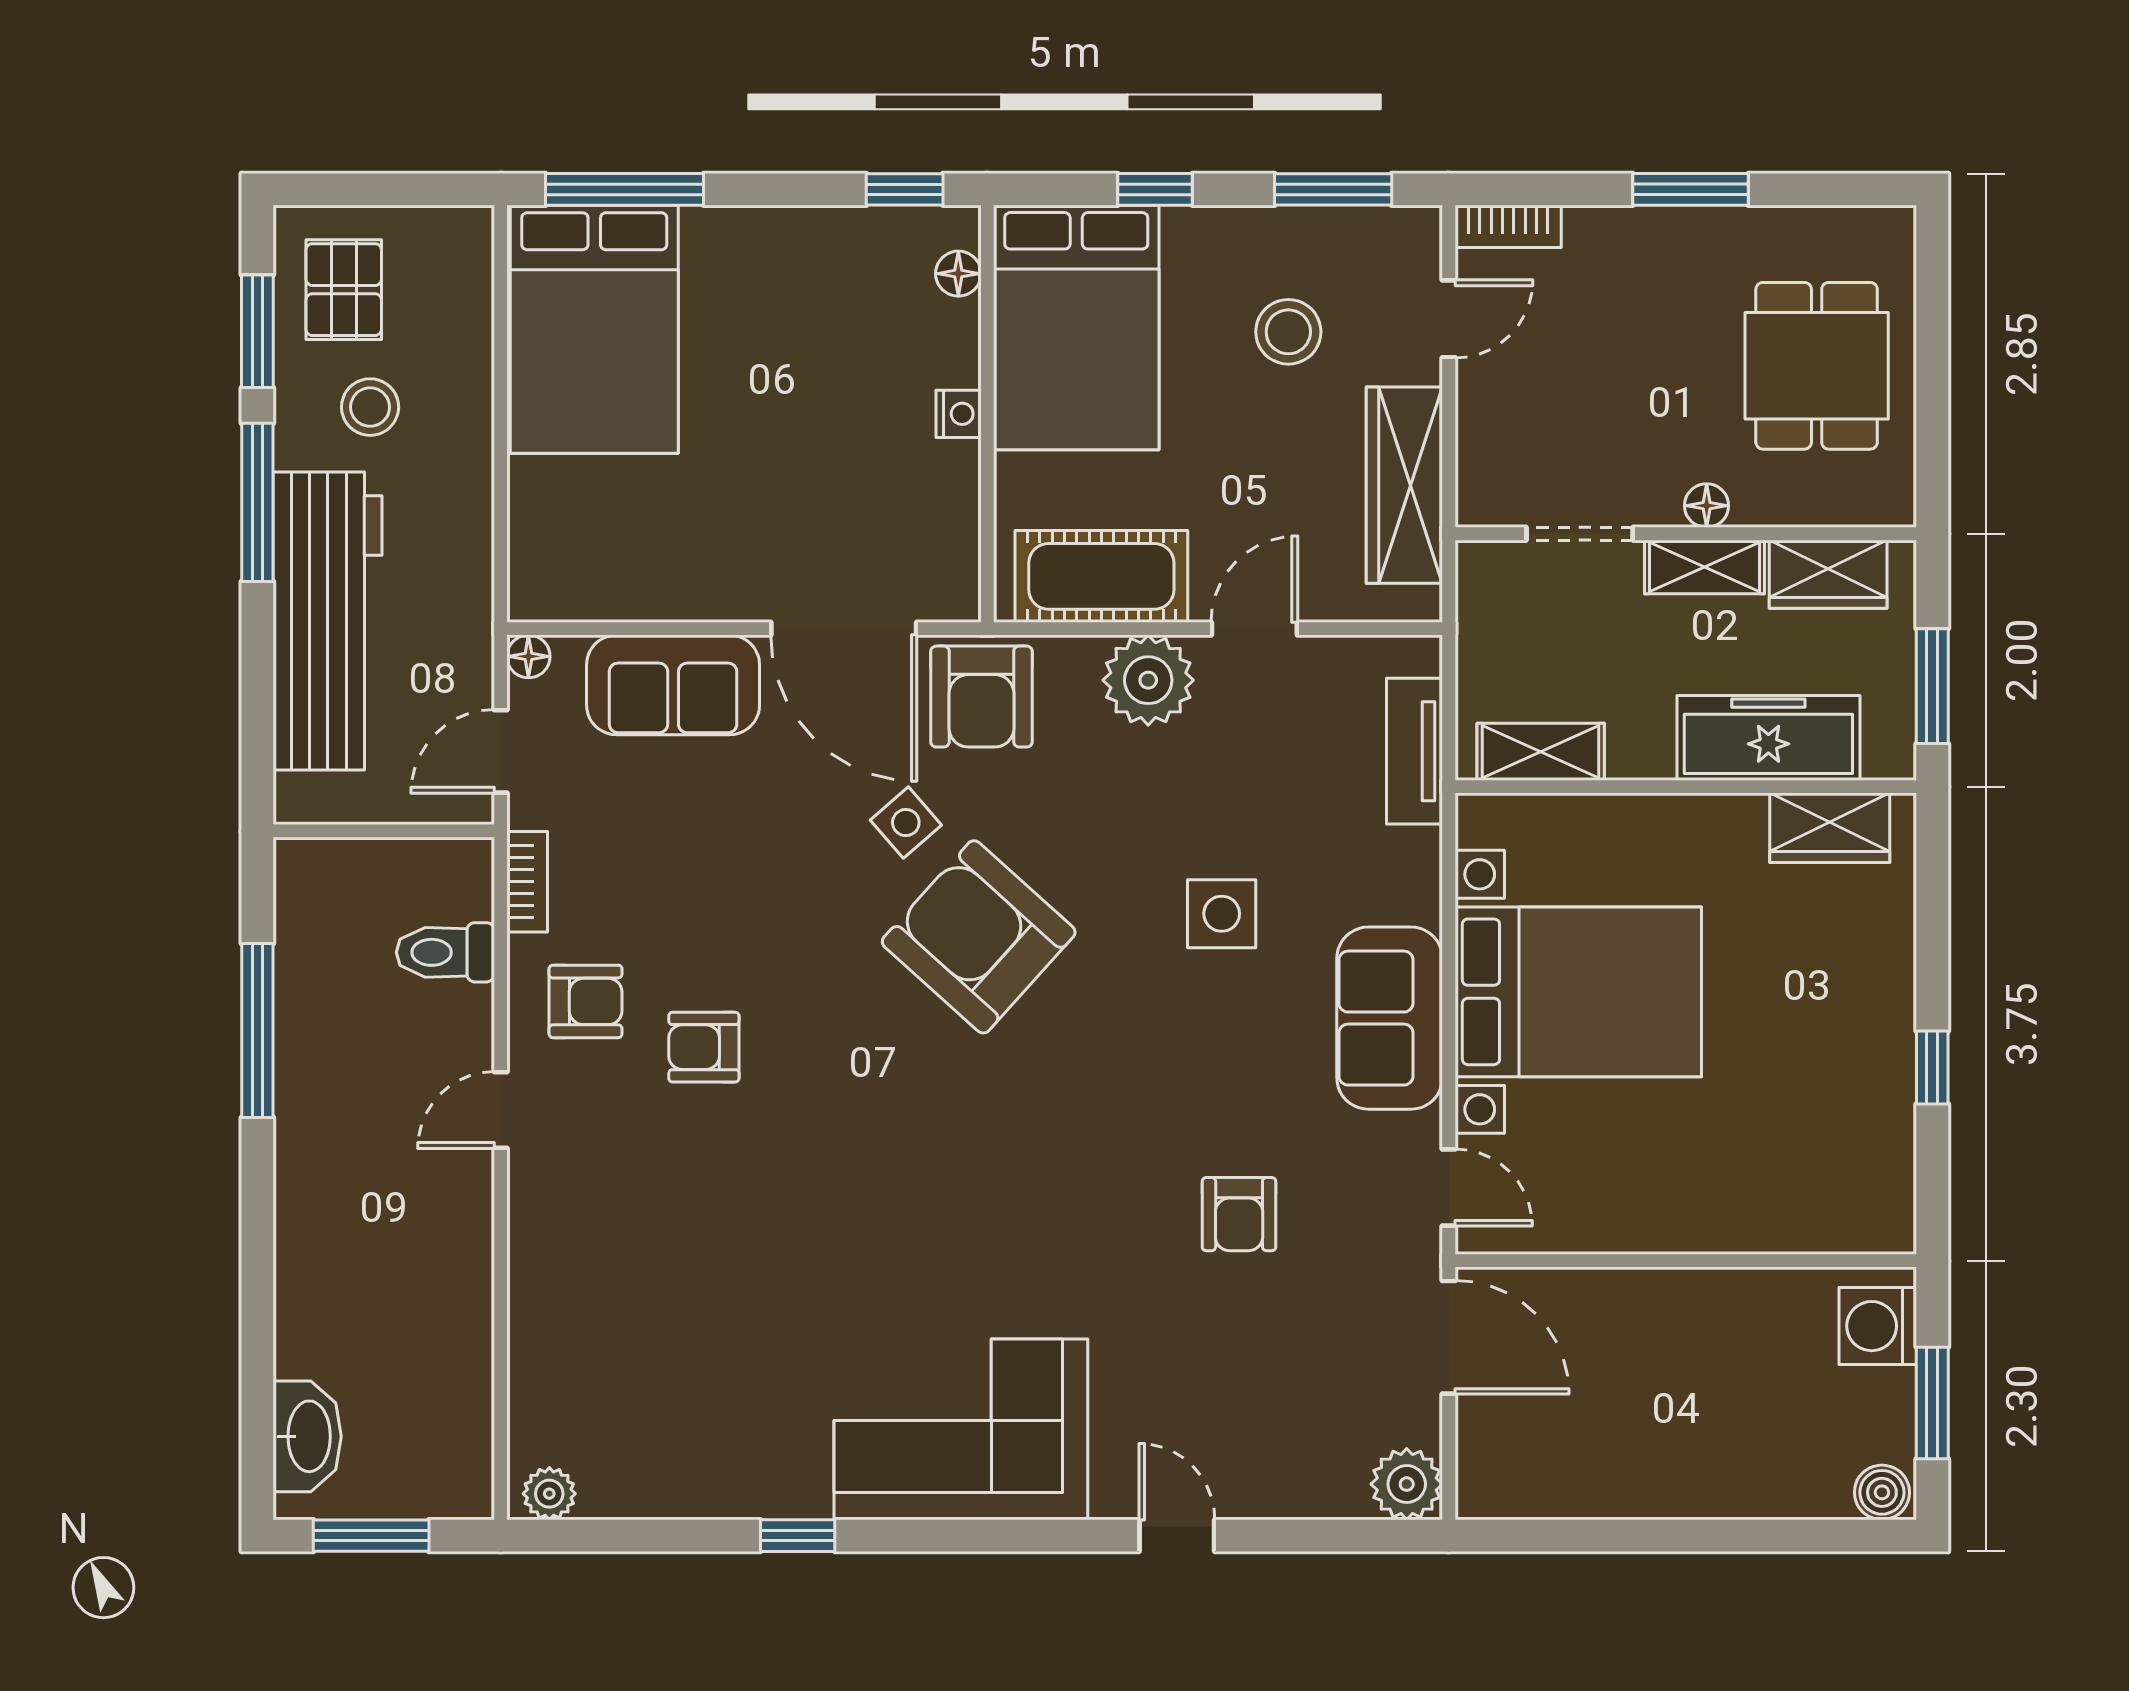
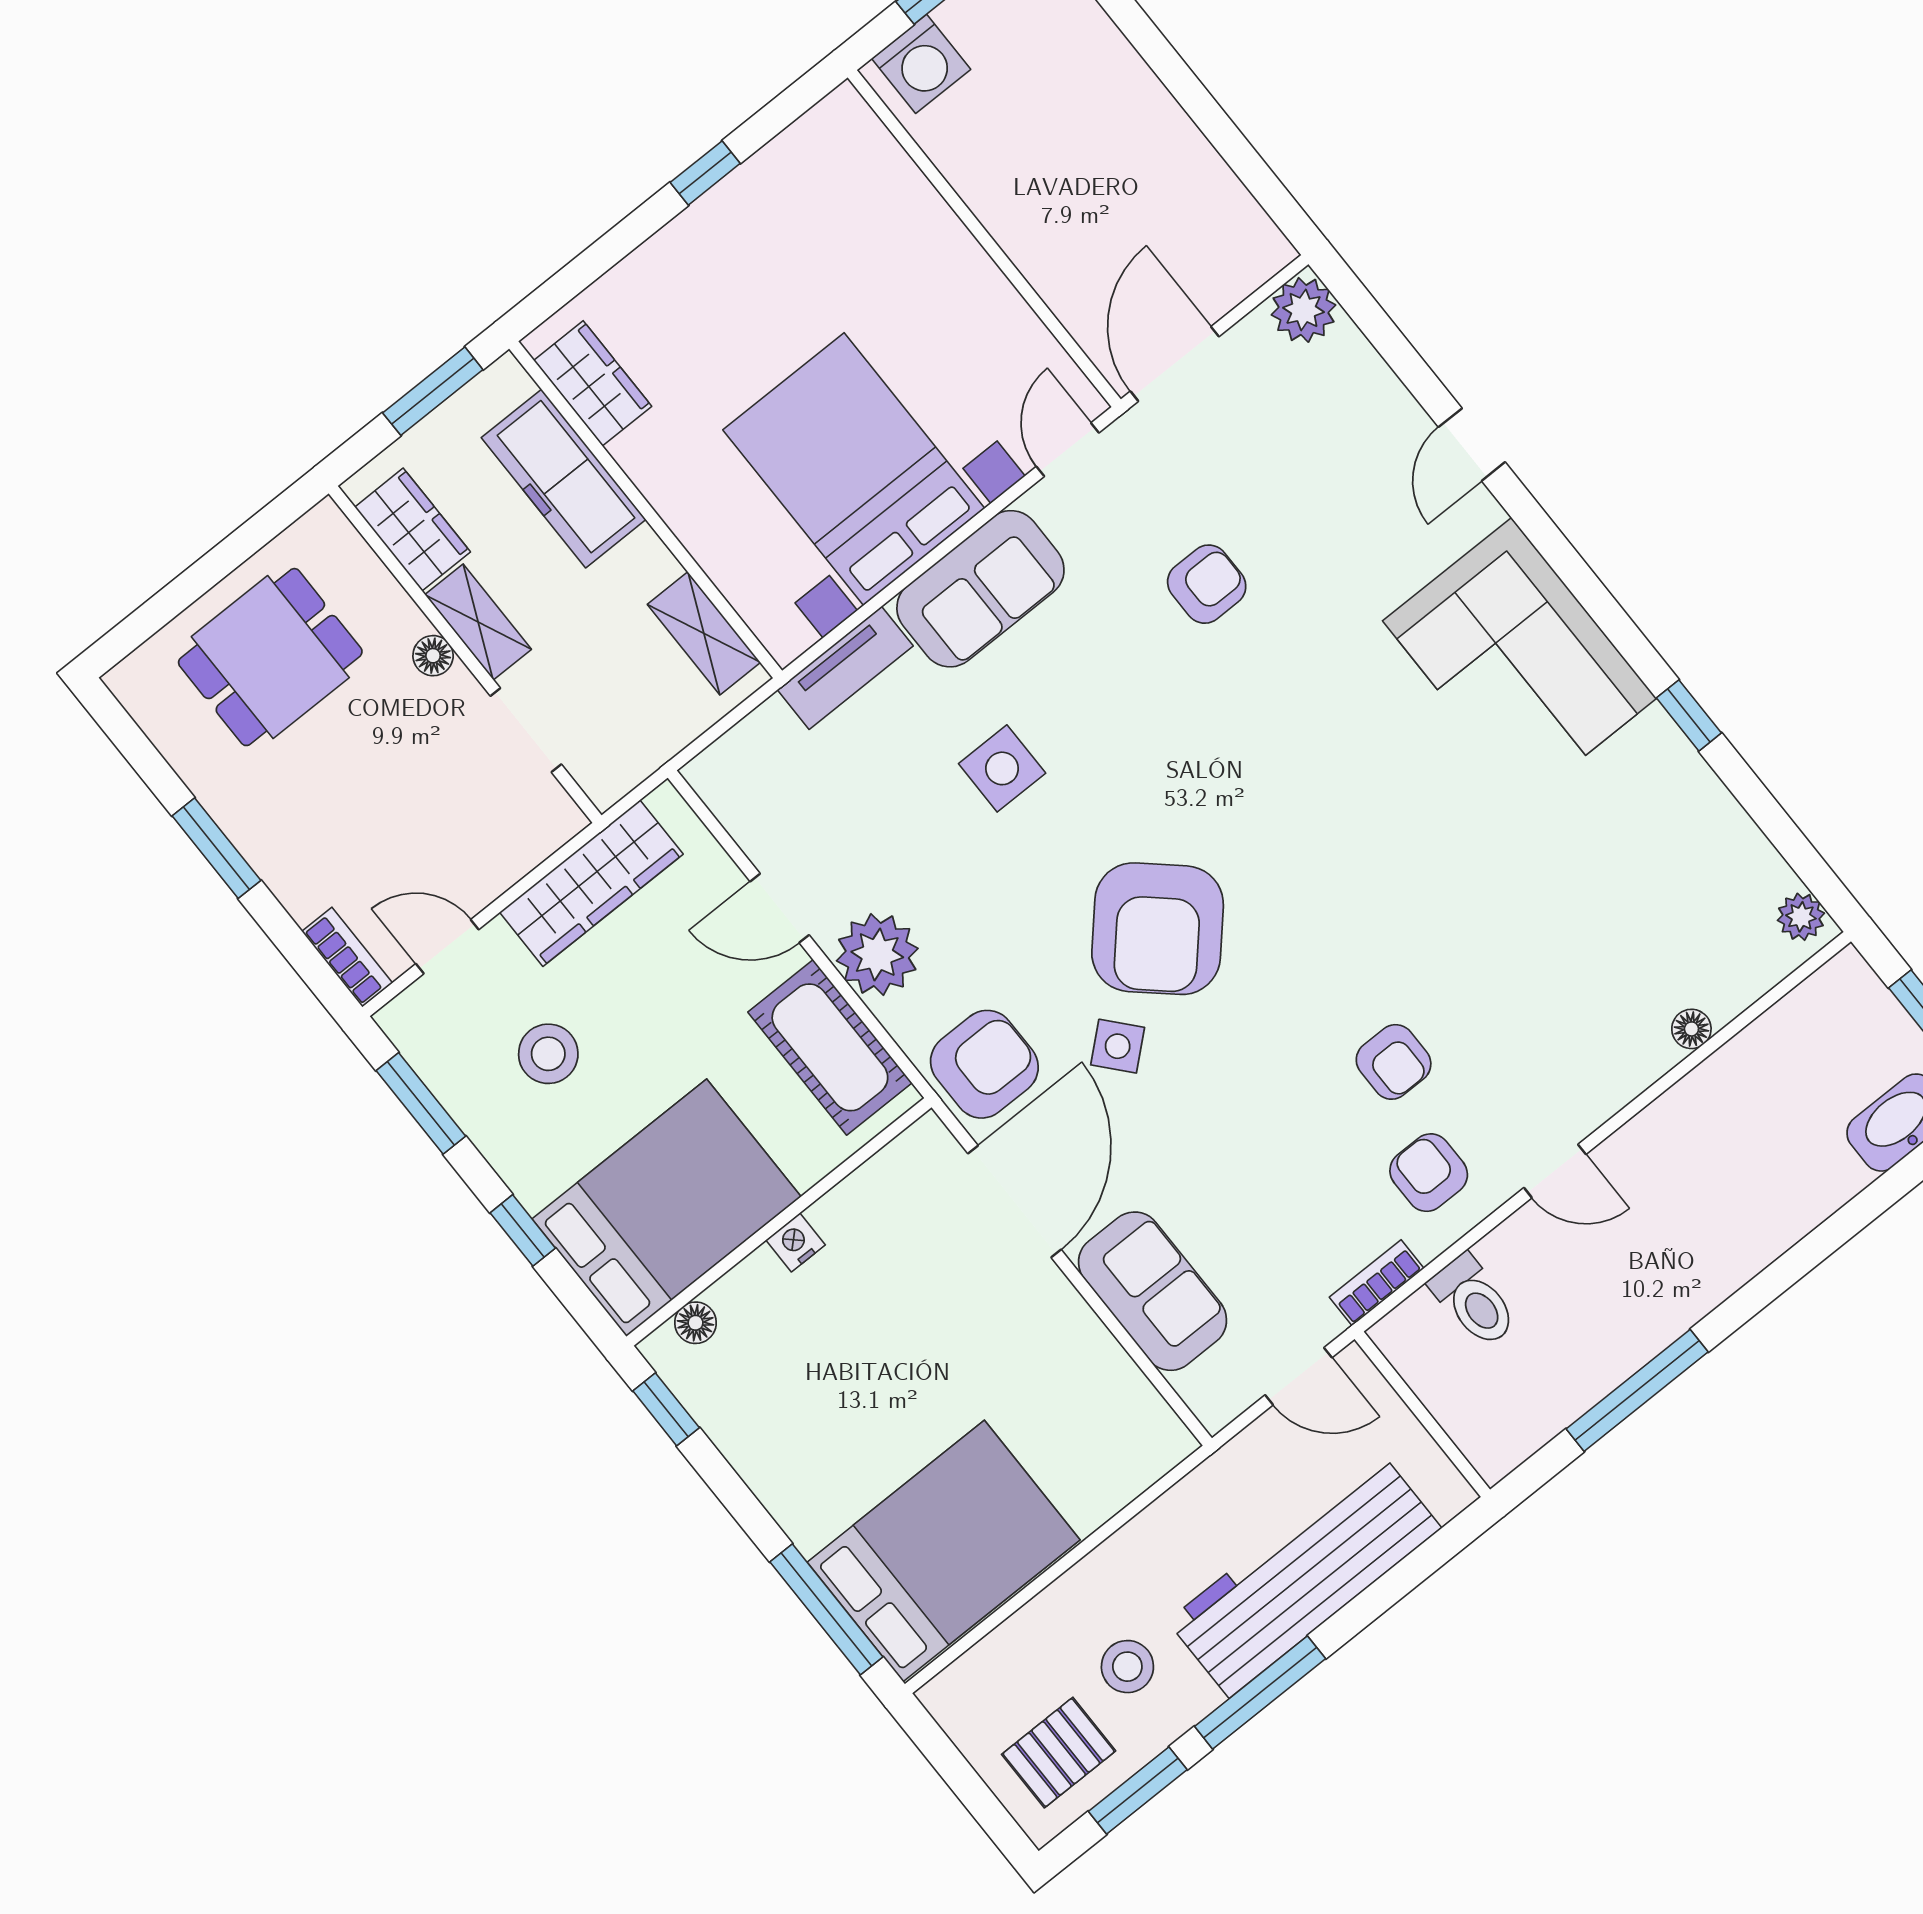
floor lamp: (528, 656) -> (1691, 1029), moved
tv unit: (1415, 751) -> (845, 668), moved

